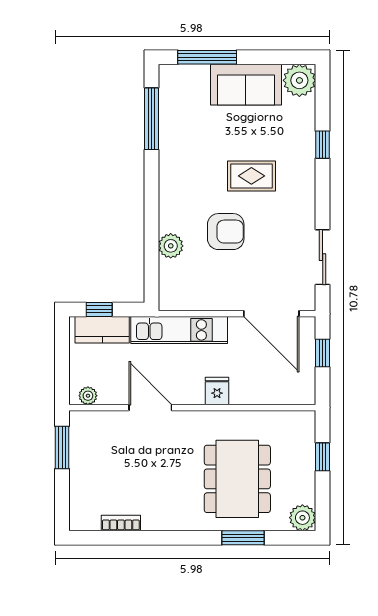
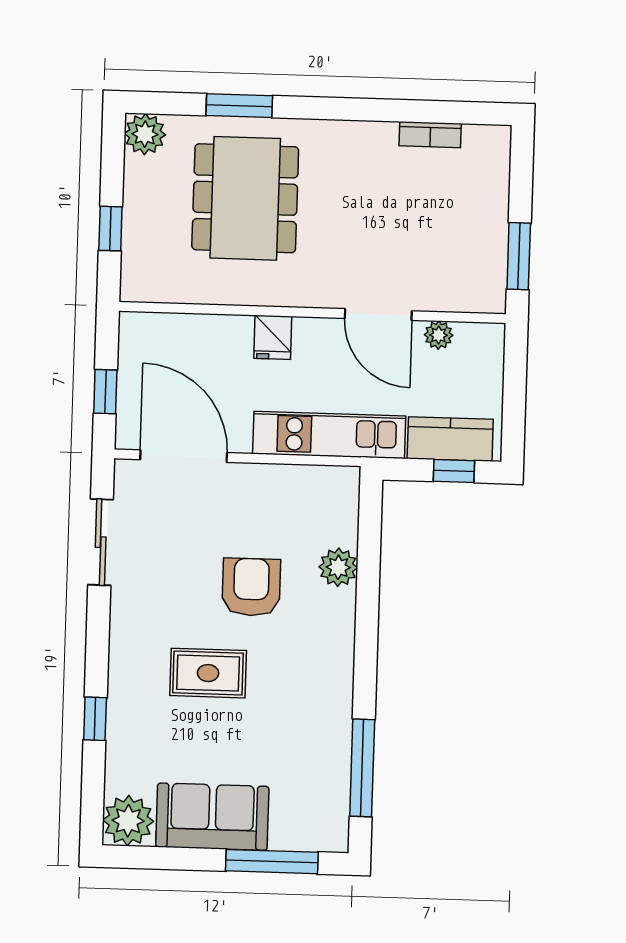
armchair: (226, 232) -> (251, 587), turned 90
plant: (88, 396) -> (439, 335), moved

